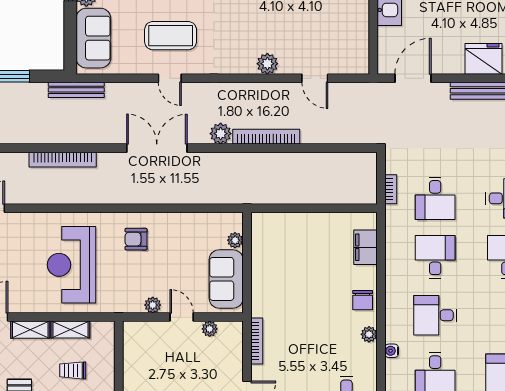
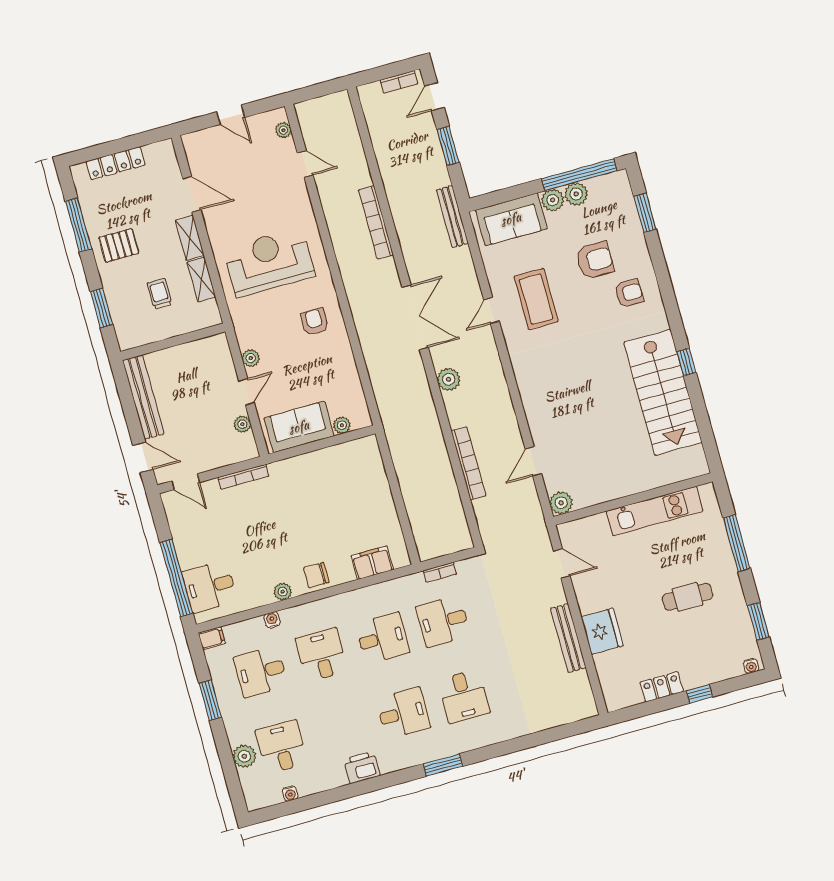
plant: (267, 64) -> (561, 503), moved
door: (413, 78) -> (562, 563), width x0.73
bookcase: (266, 137) -> (468, 463), moved

